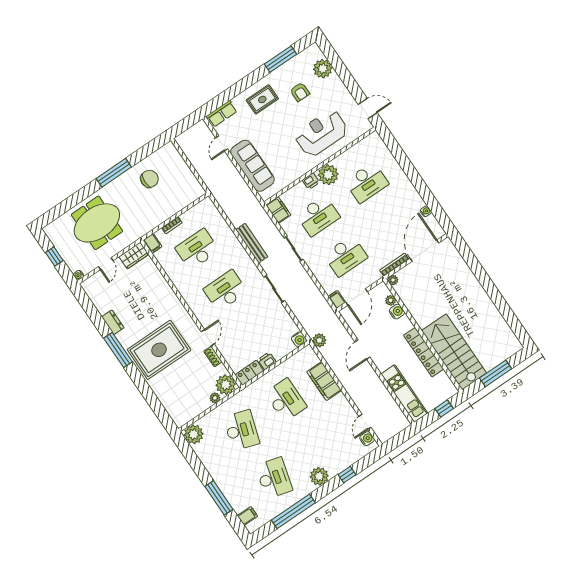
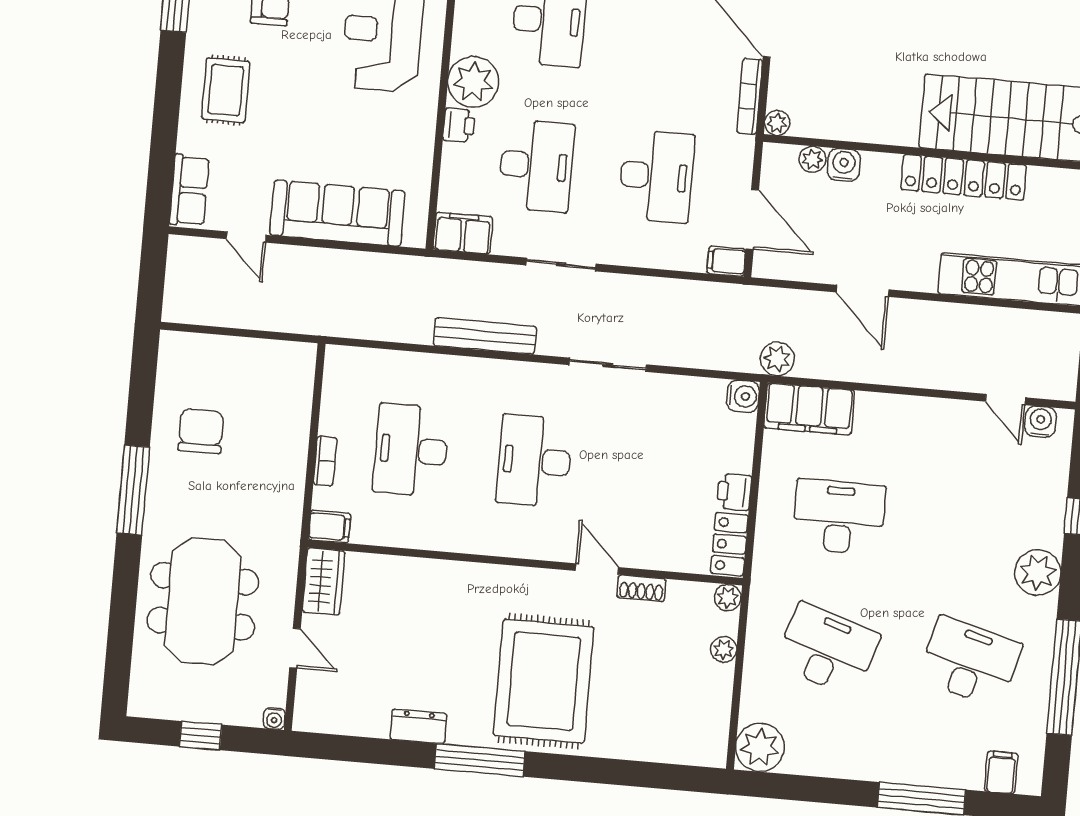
filing cabinet: (324, 381) -> (809, 409), moved
plant: (226, 385) -> (728, 598), width x0.53, depth x0.53

